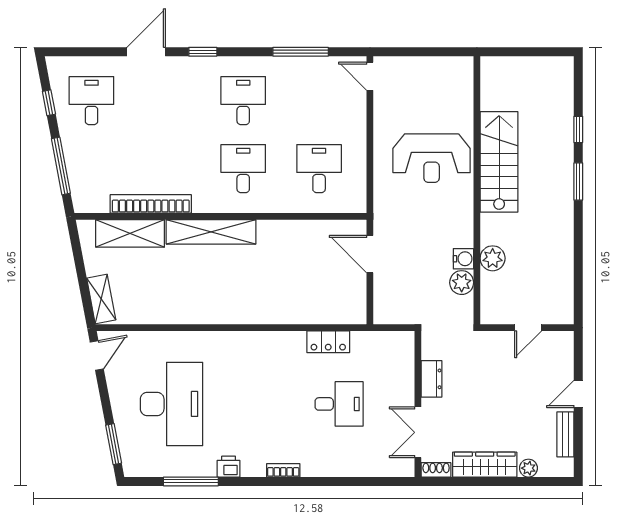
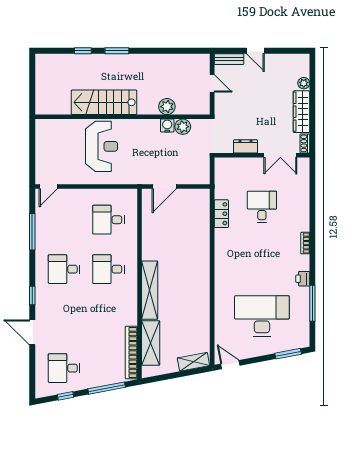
bookcase: (151, 204) -> (131, 353), moved
bench: (565, 434) -> (229, 59), moved

